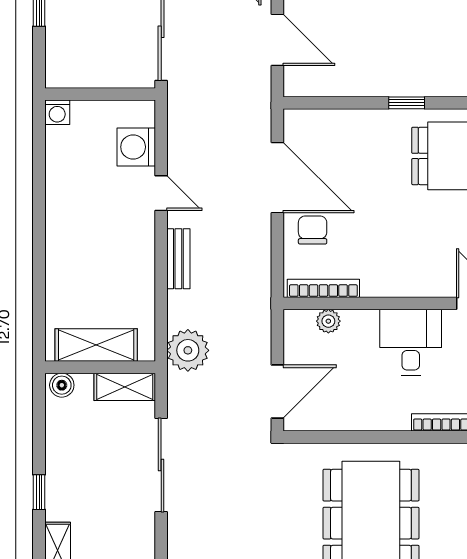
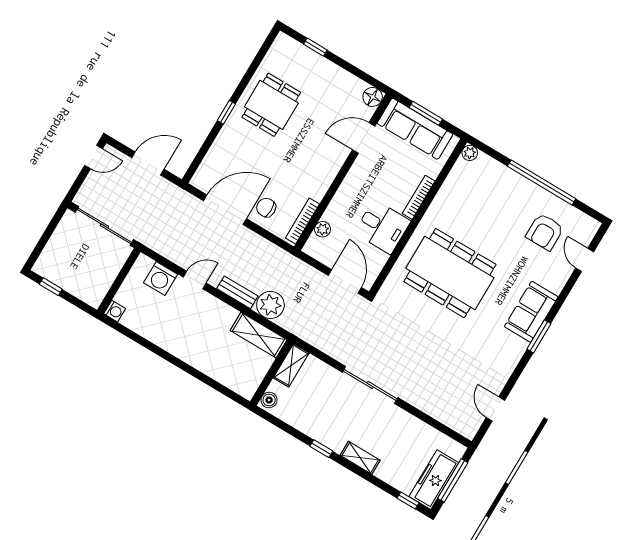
desk: (411, 342) -> (382, 227), moved, turned 180
shelving: (96, 345) -> (259, 335), moved, turned 90
plant: (188, 350) -> (270, 305), moved
sliding door: (161, 465) -> (370, 385), moved

